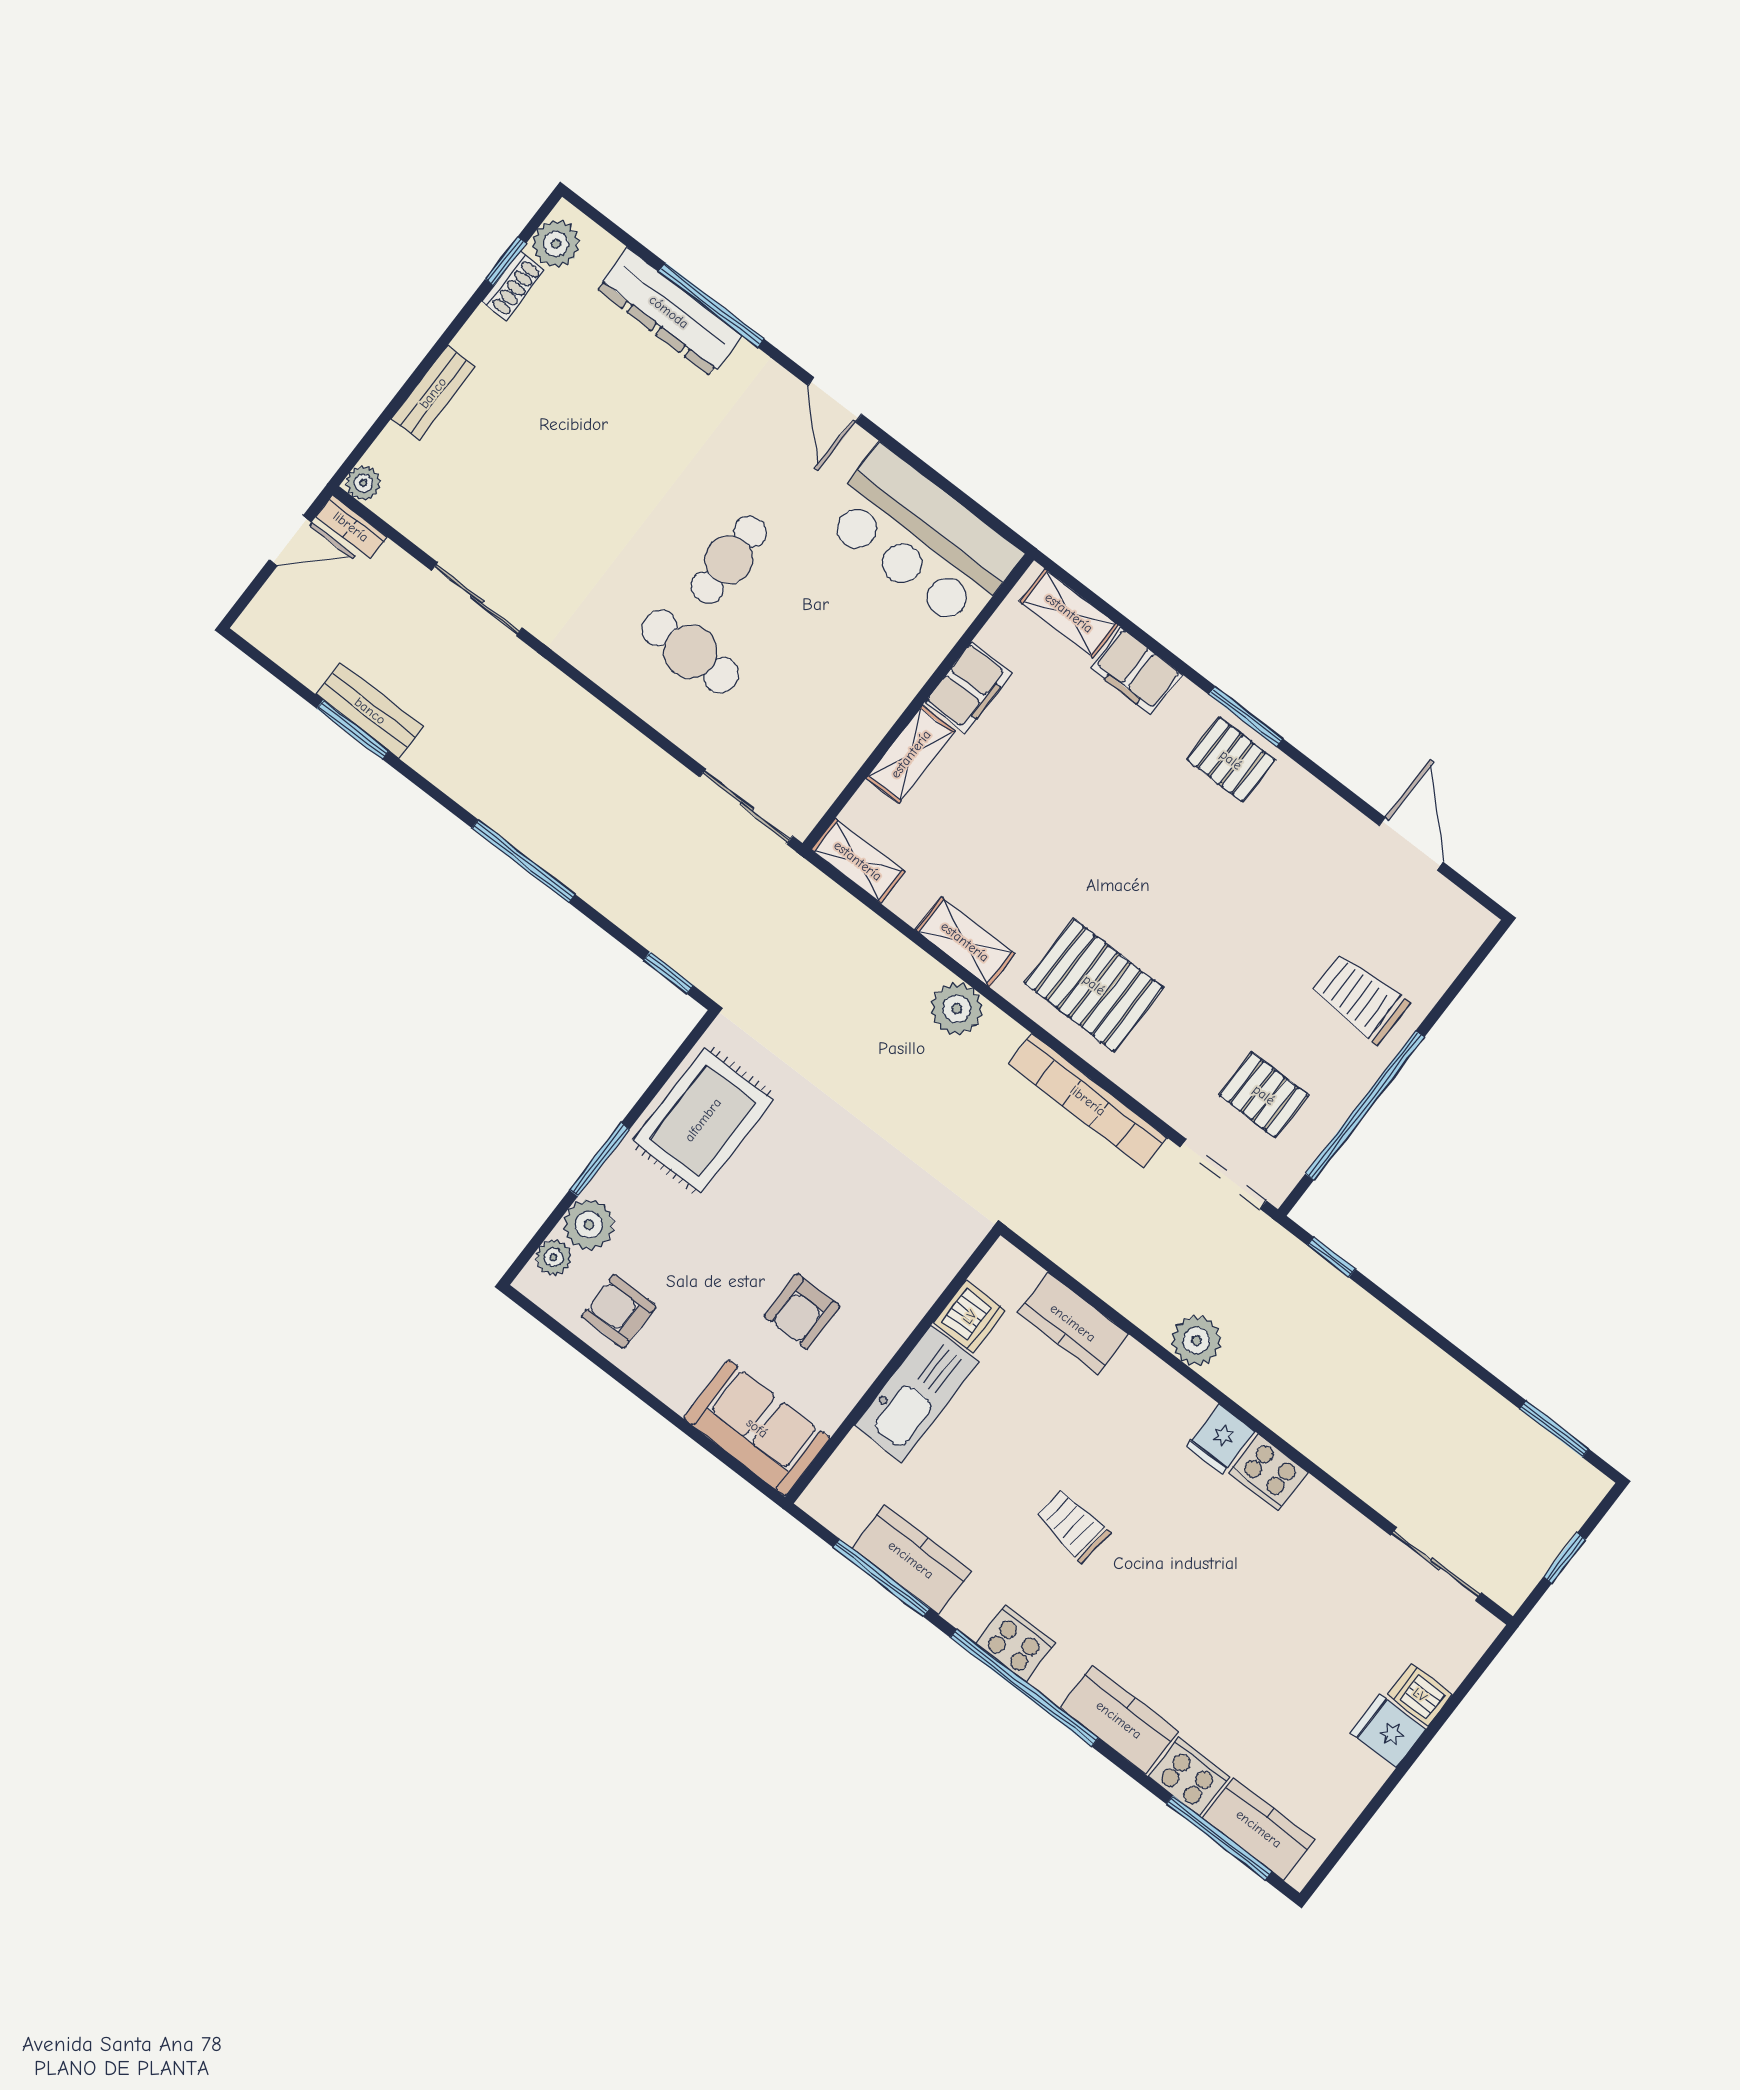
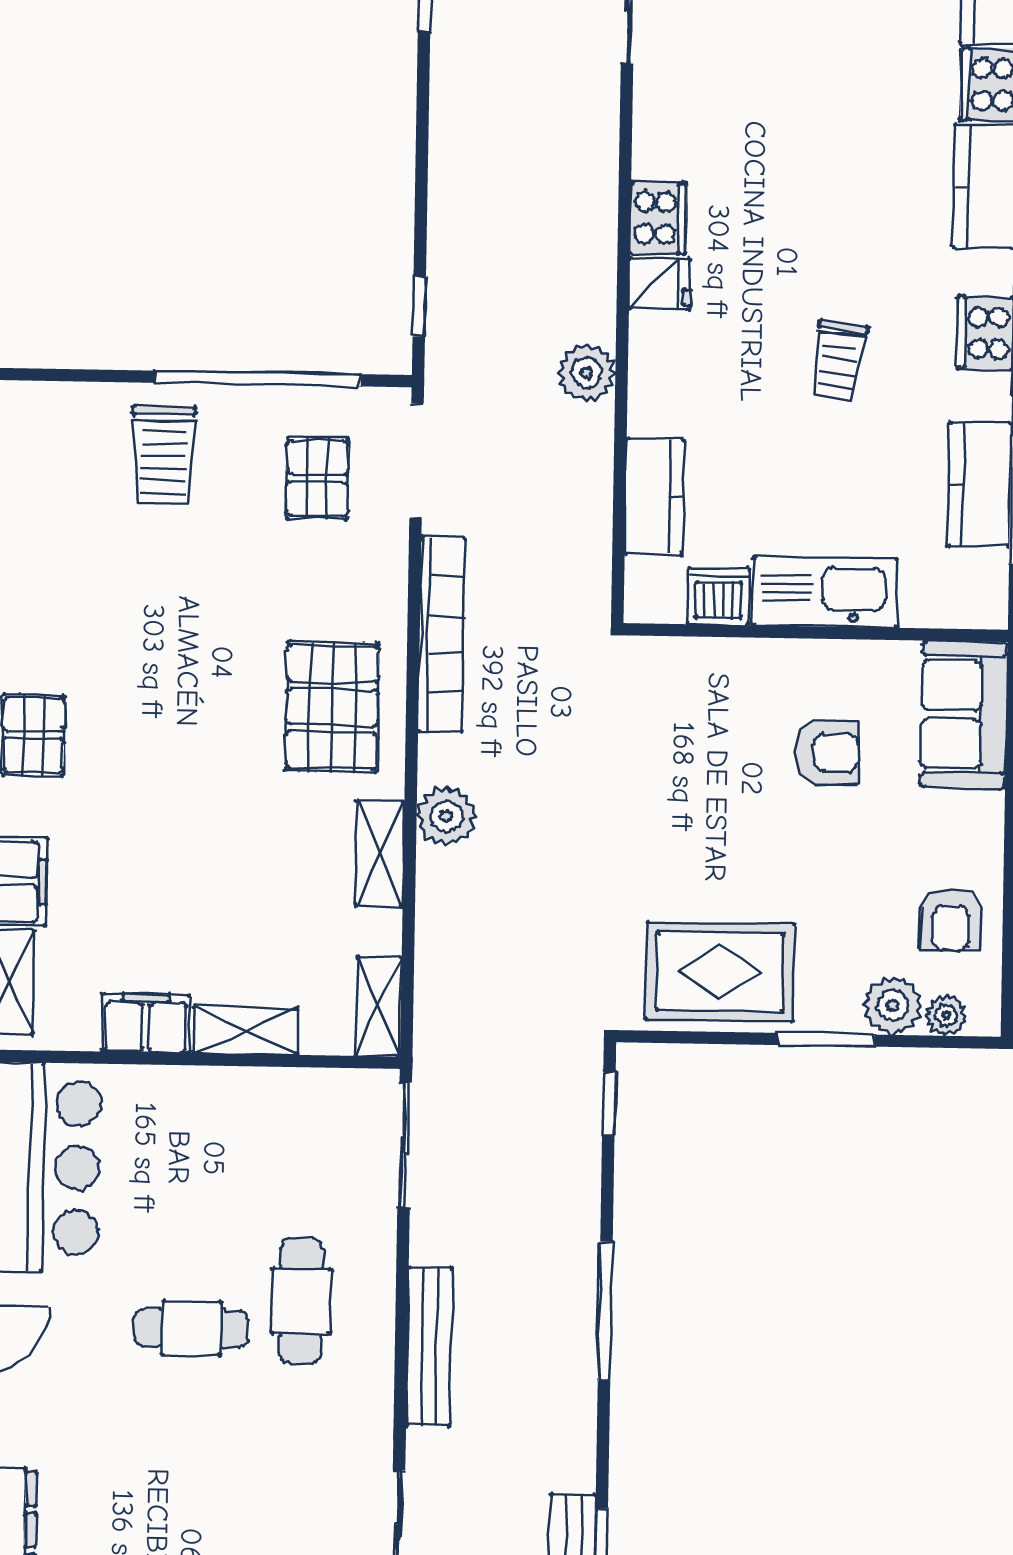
bench: (591, 718) -> (429, 1346), added

